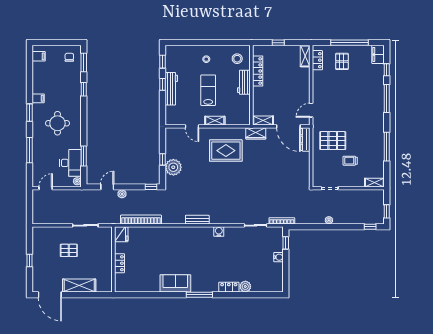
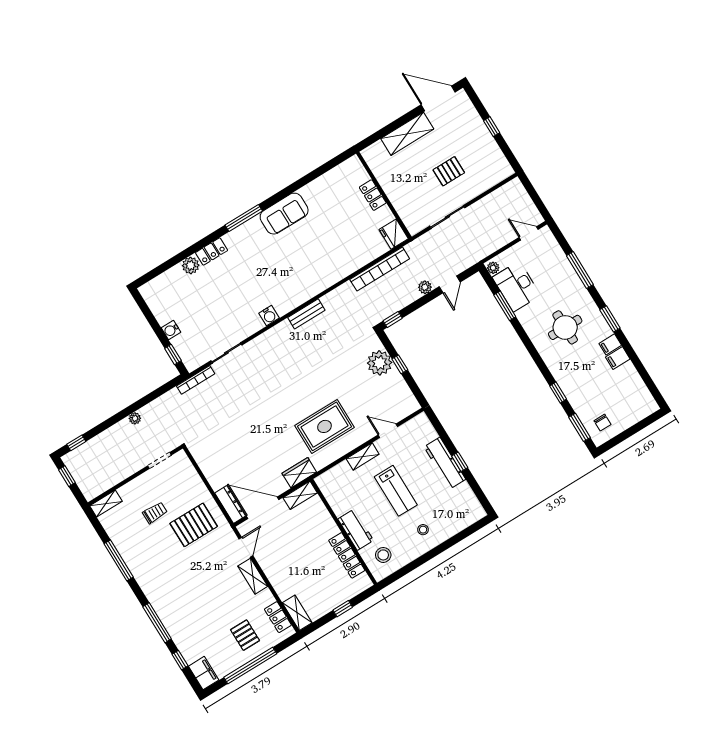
filing cabinet: (39, 56) -> (618, 358), moved
window: (162, 62) -> (478, 491), removed
shelving: (317, 92) -> (253, 576), added
door: (46, 188) -> (529, 233), swing flipped

